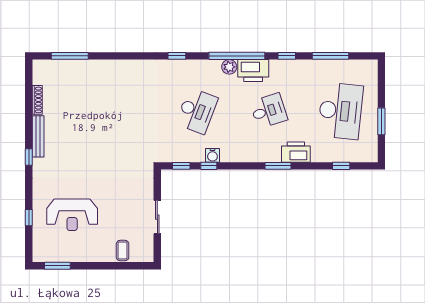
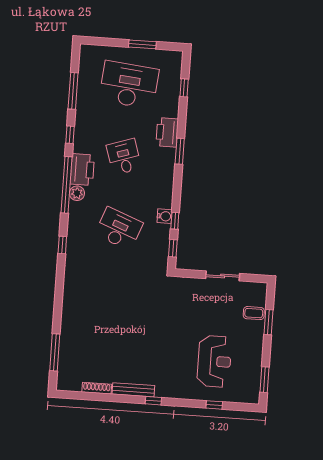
window: (115, 266) -> (268, 322), added

